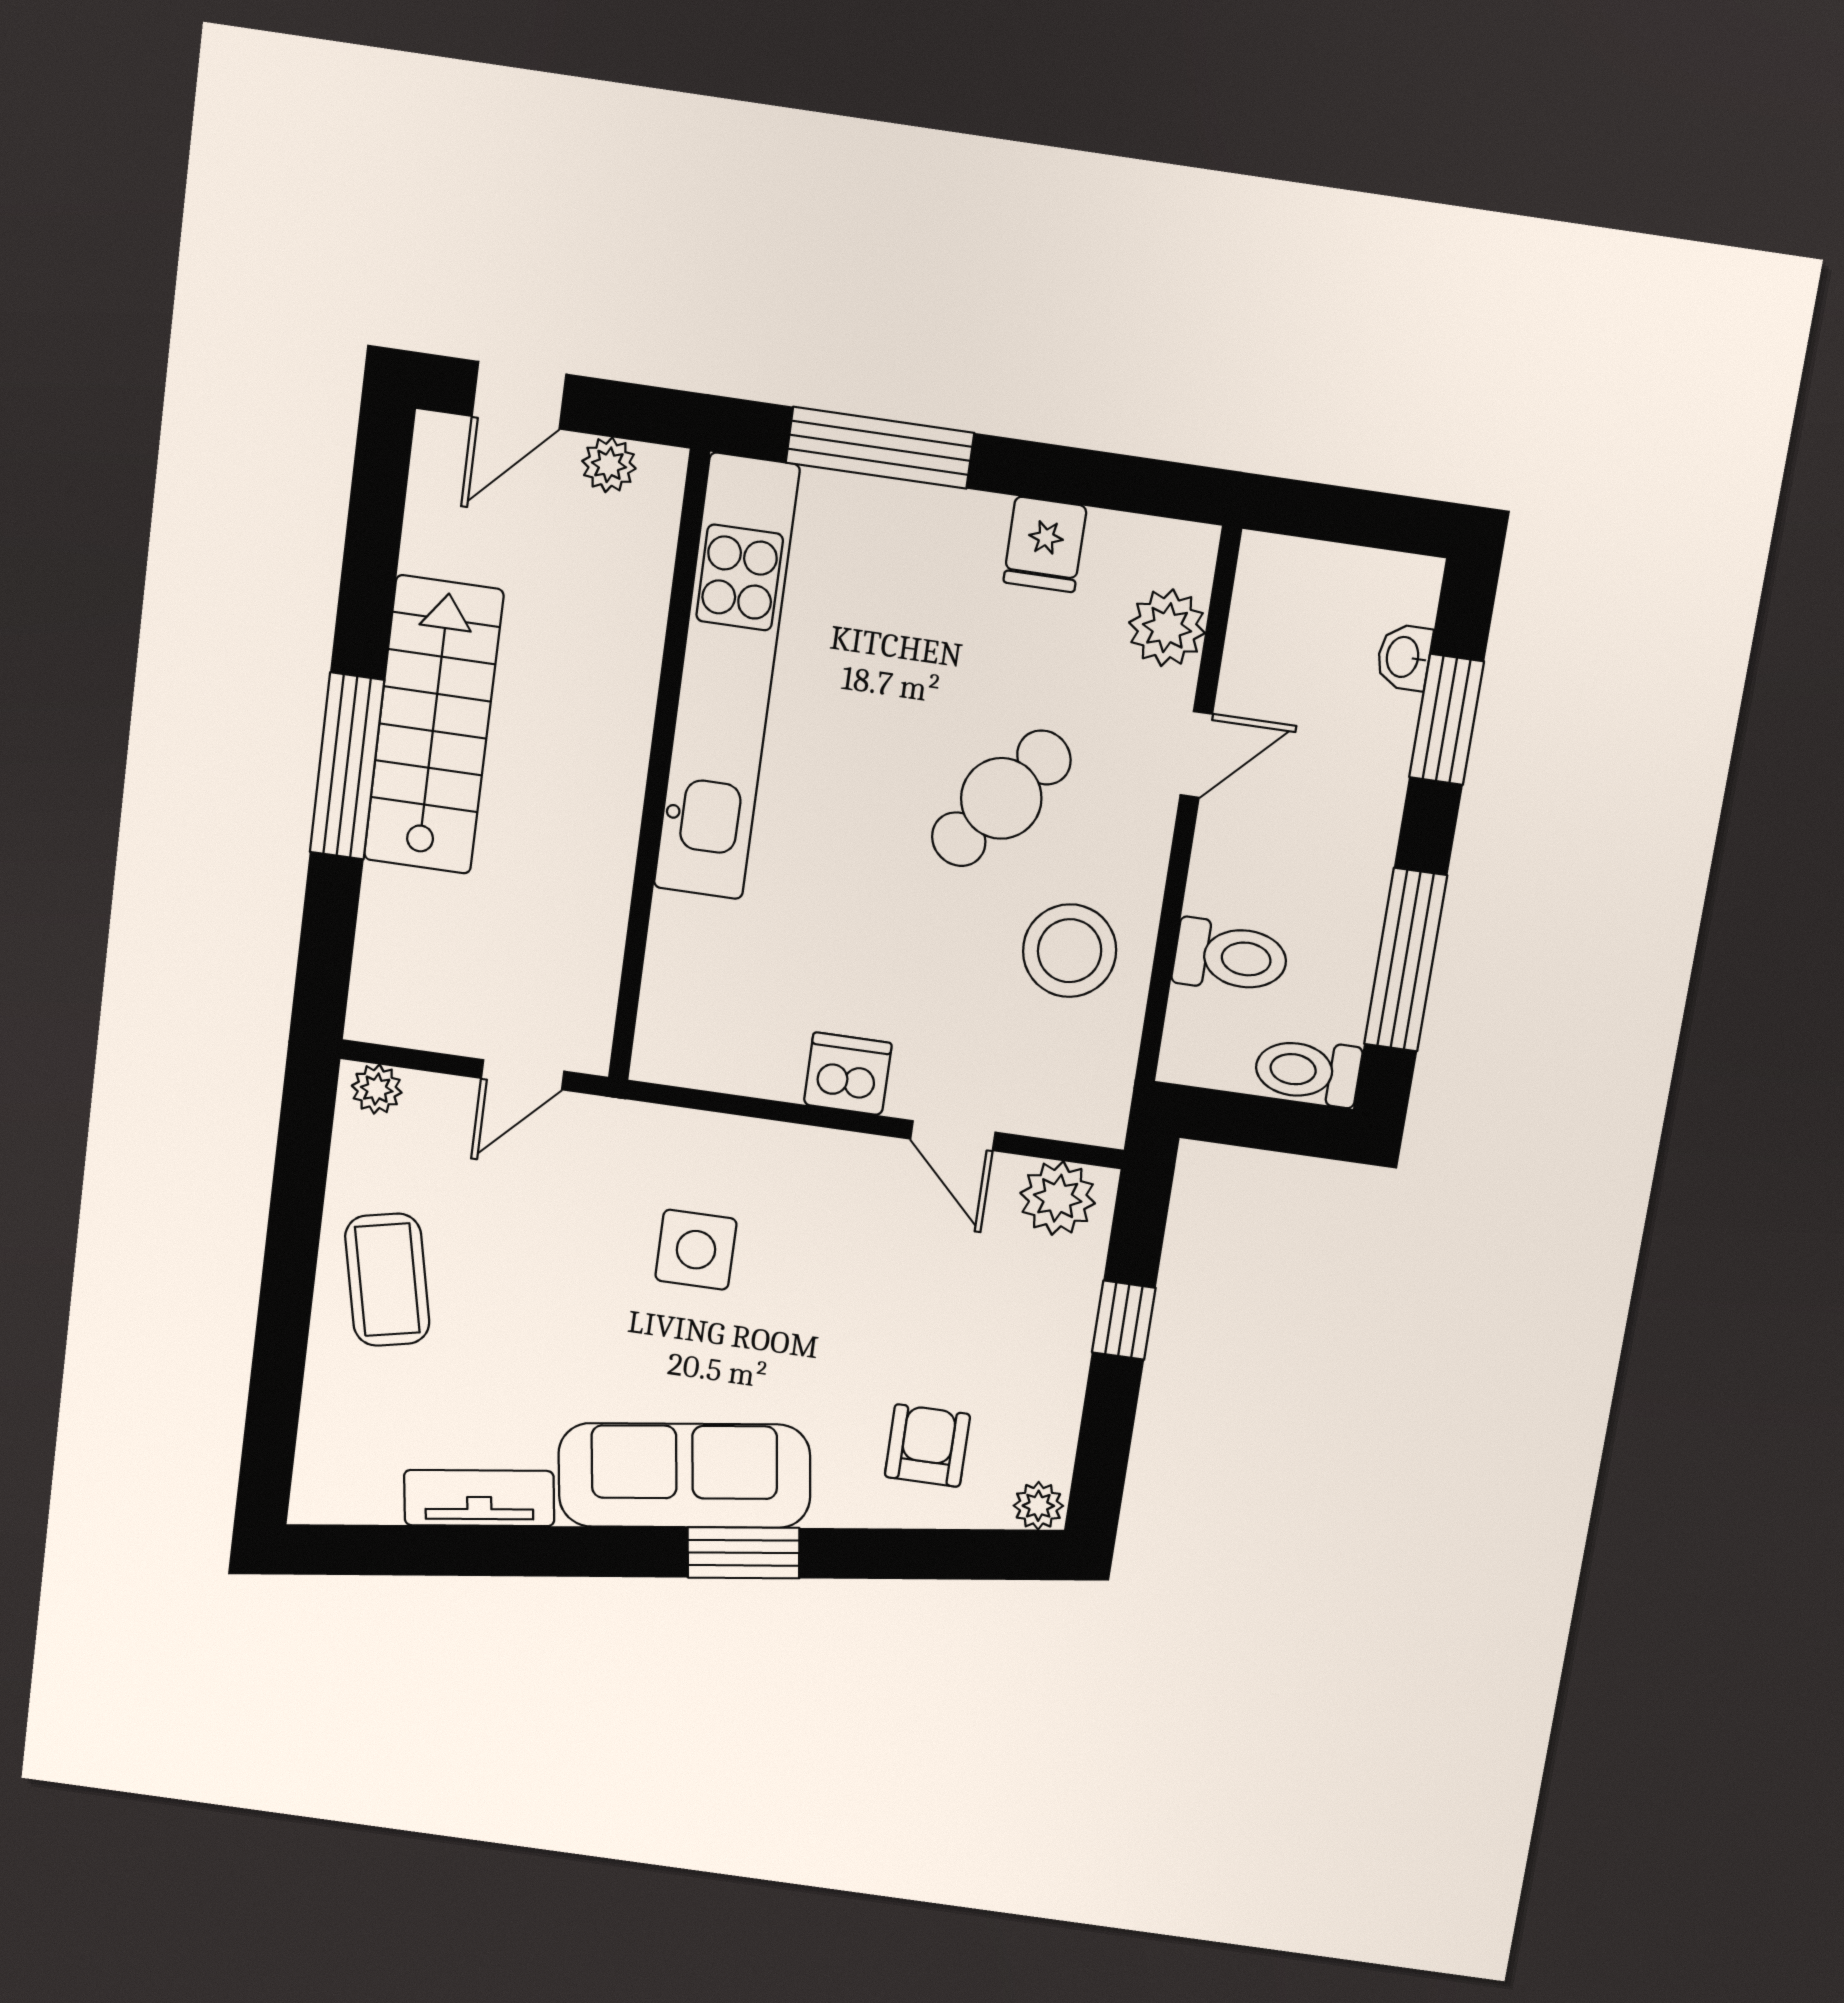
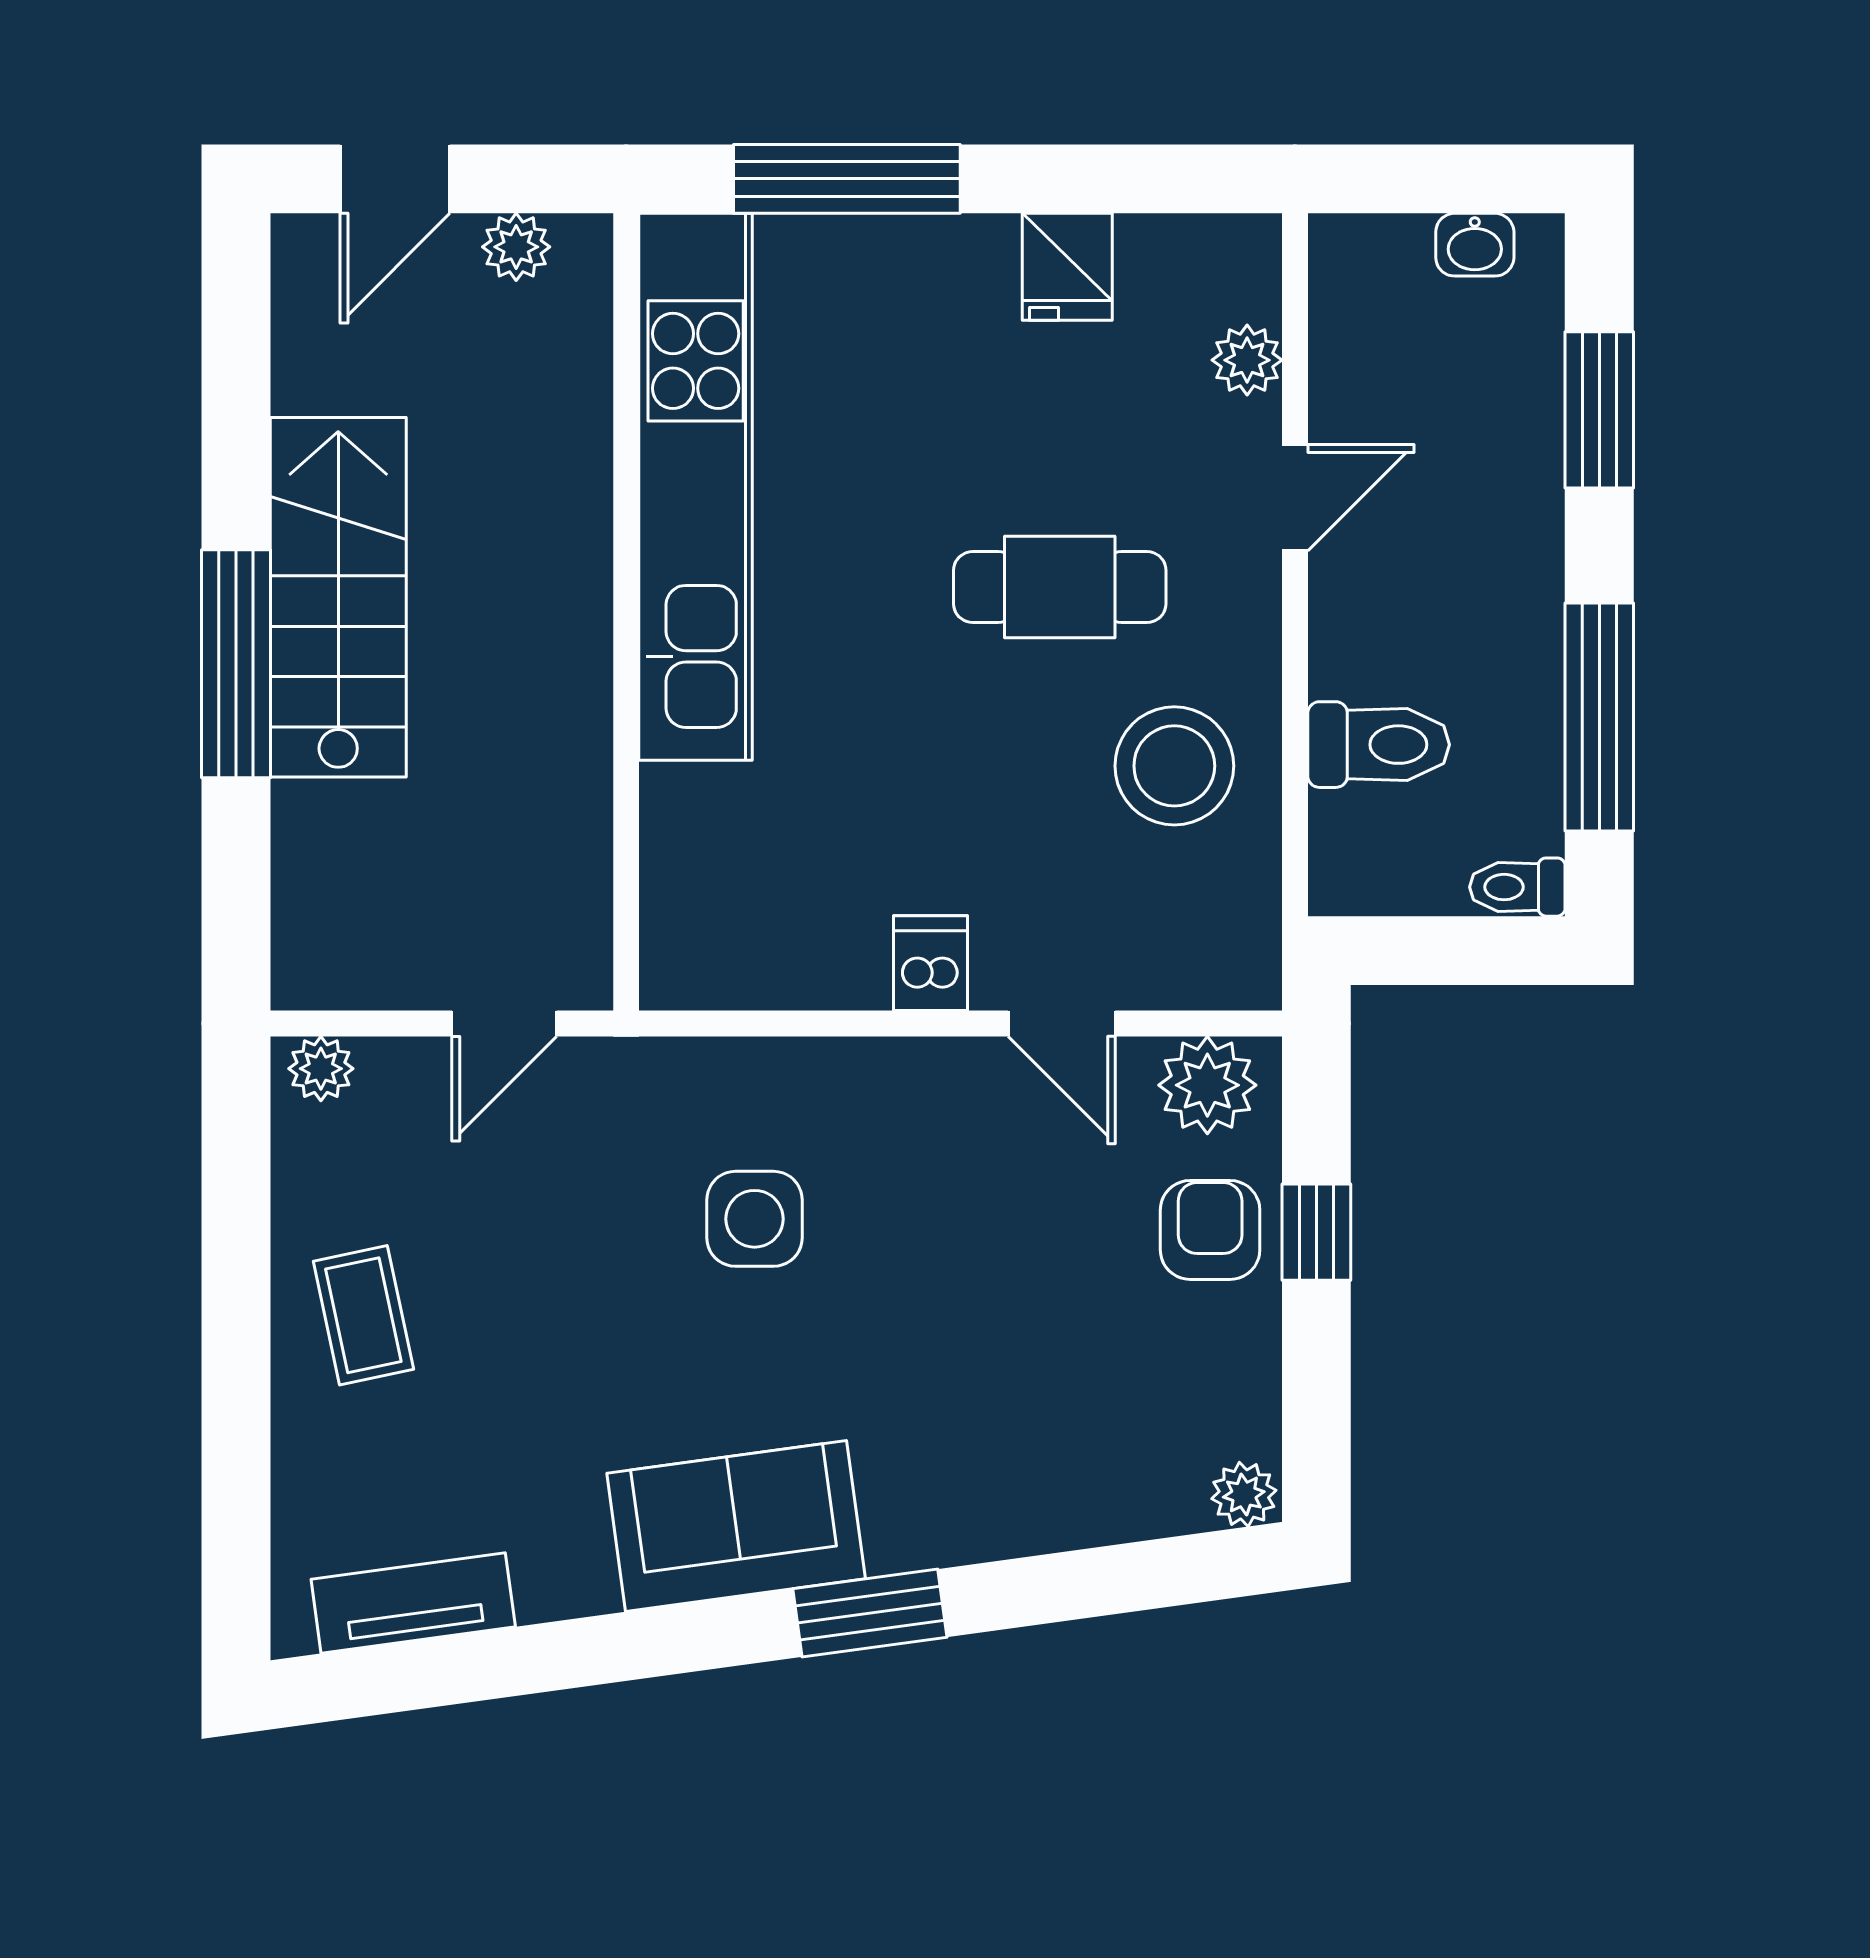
plant: (1167, 628) -> (1247, 360), width x0.73, depth x0.73
washbasin: (1404, 657) -> (1475, 245), moved, turned -90
cafe table: (1001, 798) -> (1060, 587), turned 52
toilet: (1307, 1071) -> (1517, 887), width x0.73, depth x0.72
dishwasher: (848, 1074) -> (931, 963), width x0.73
coffee table: (387, 1280) -> (363, 1315), width x0.73, depth x0.77
armchair: (927, 1446) -> (1210, 1230), moved
sofa: (684, 1476) -> (736, 1526), width x0.73
tv unit: (479, 1498) -> (413, 1603), moved

